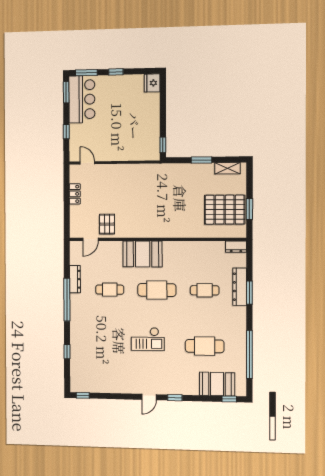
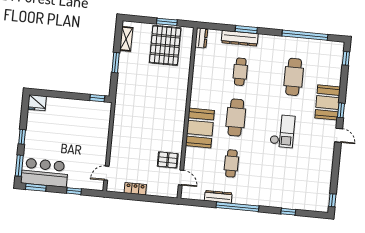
booth: (217, 384) -> (328, 102), moved

